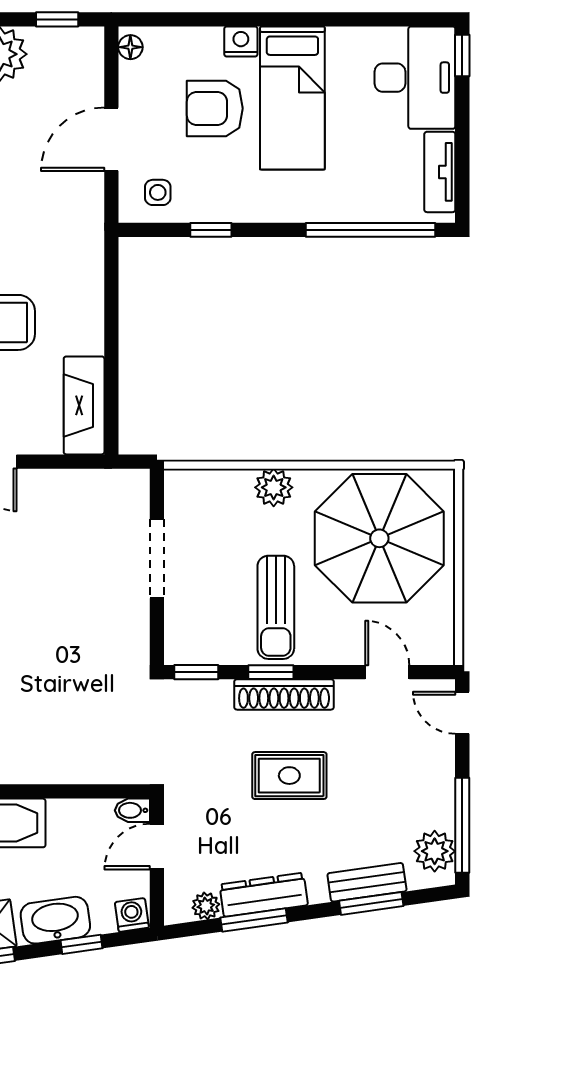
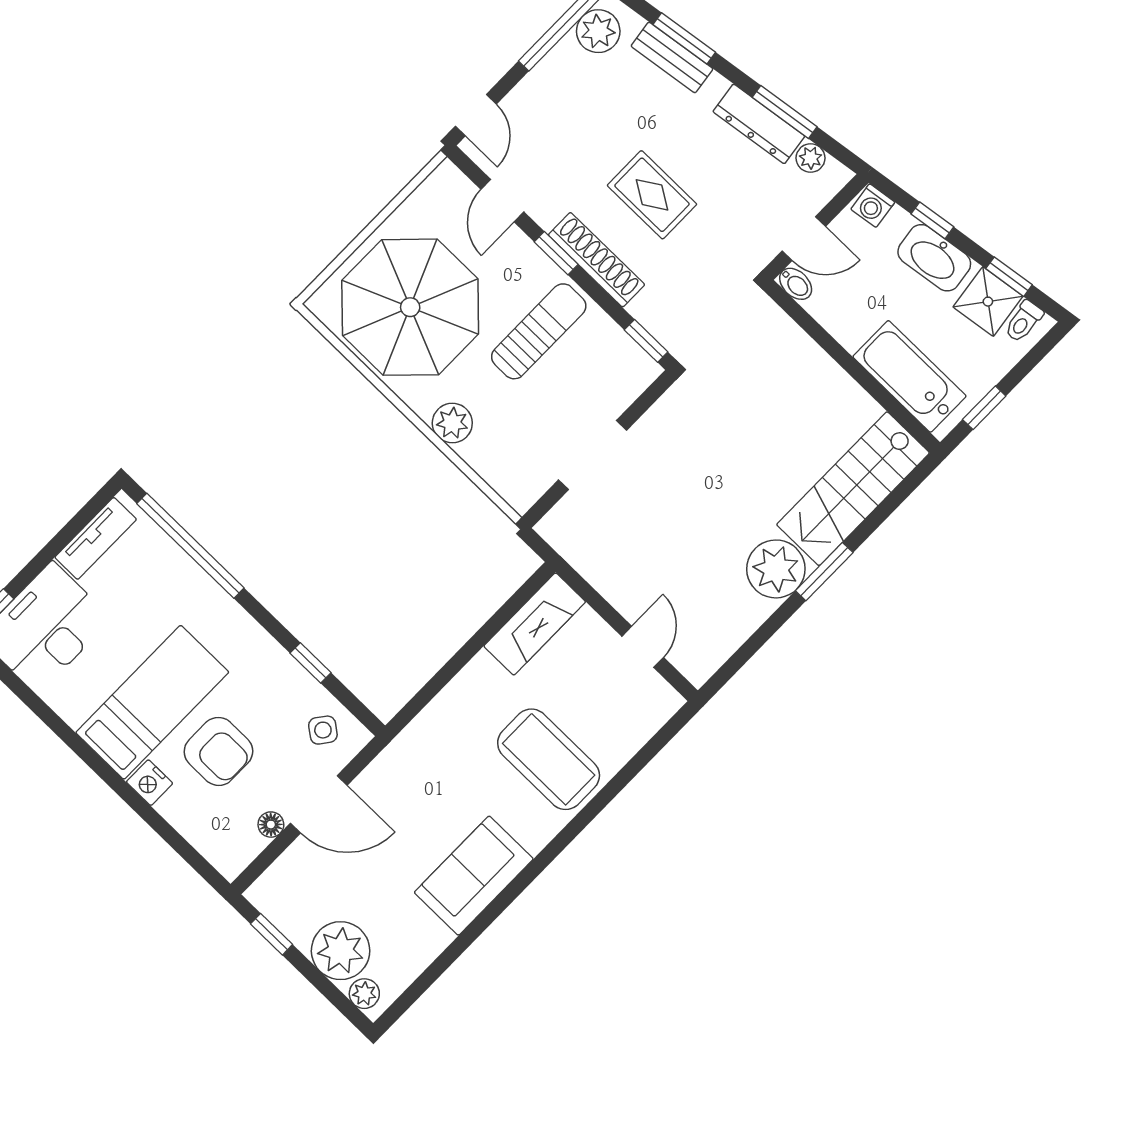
floor lamp: (130, 47) -> (271, 825), moved
side table: (158, 192) -> (323, 730), turned 37
window: (271, 672) -> (556, 253), moved

